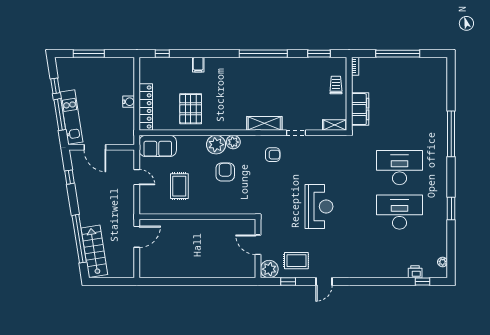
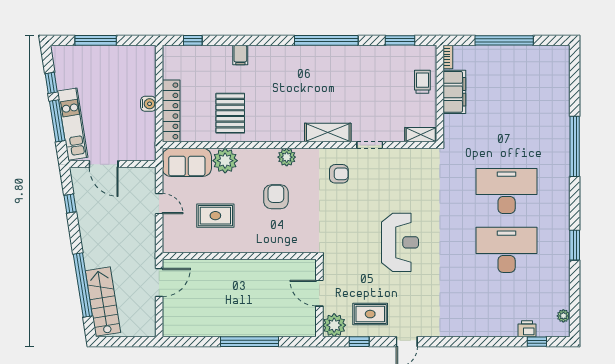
filing cabinet: (360, 109) -> (454, 92), moved
plant: (216, 145) -> (225, 161), moved
rug: (179, 186) -> (215, 216), turned 90
window: (205, 282) -> (249, 342), added

